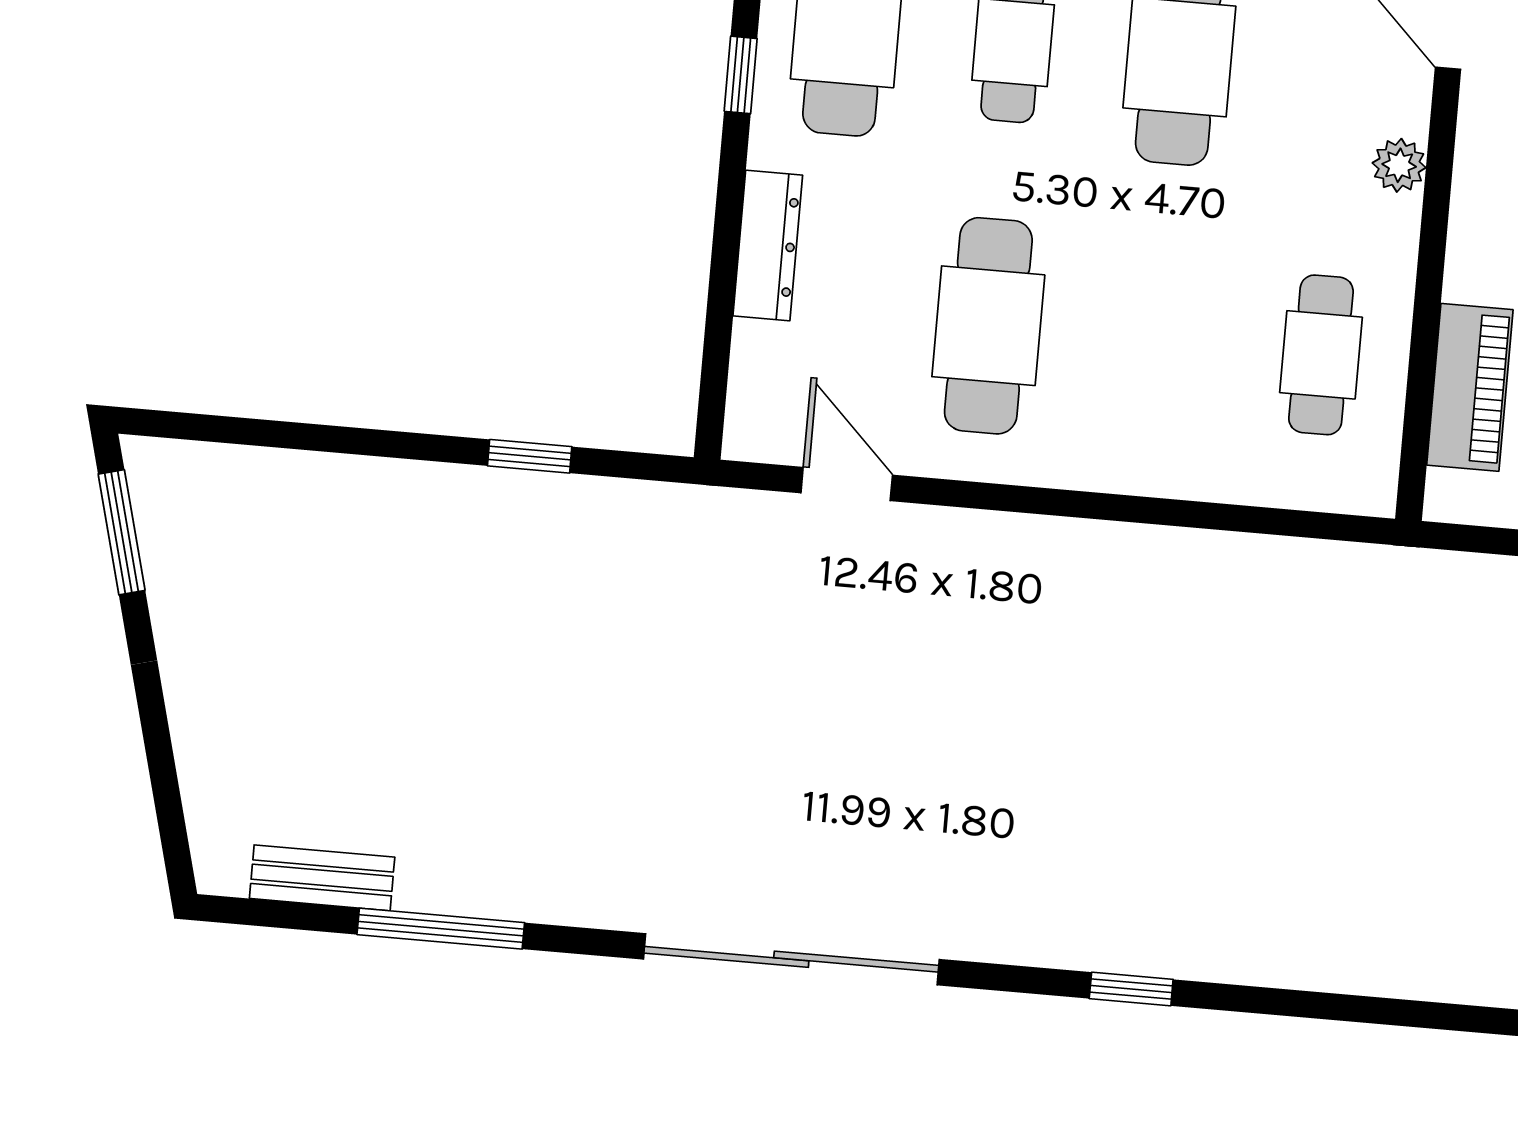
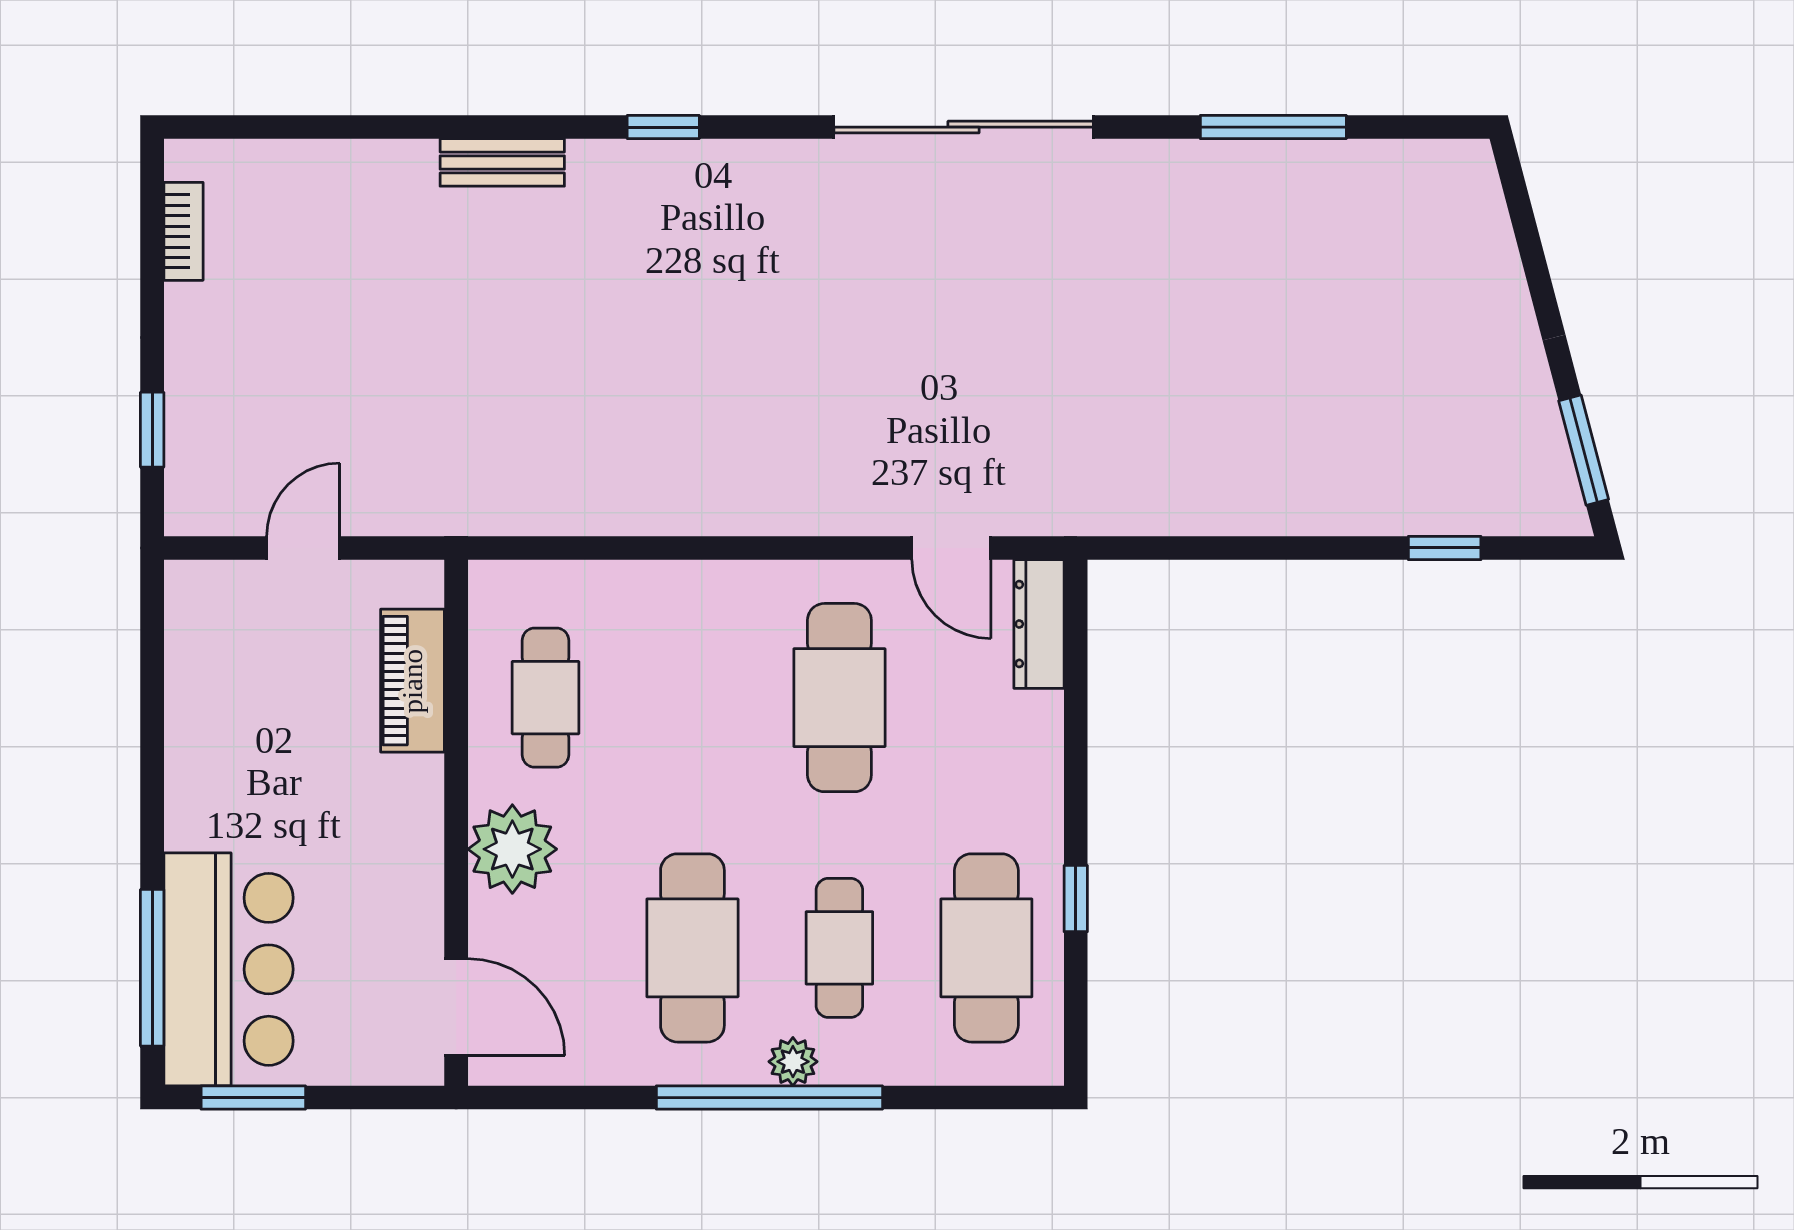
plant: (1399, 165) -> (512, 849), width x1.87, depth x1.87
dresser: (768, 245) -> (1039, 624), moved
window: (530, 456) -> (1445, 548), moved
bench: (322, 878) -> (502, 162), moved

